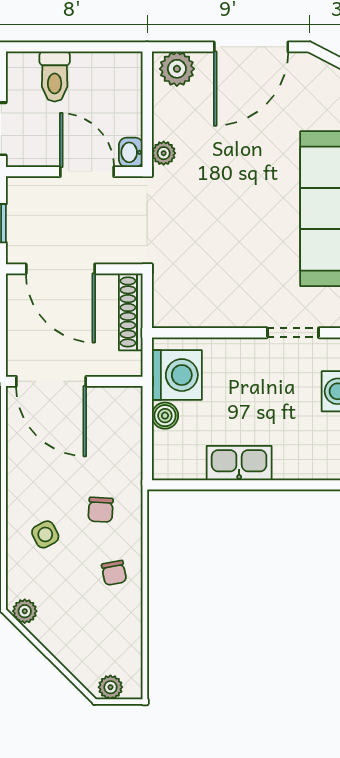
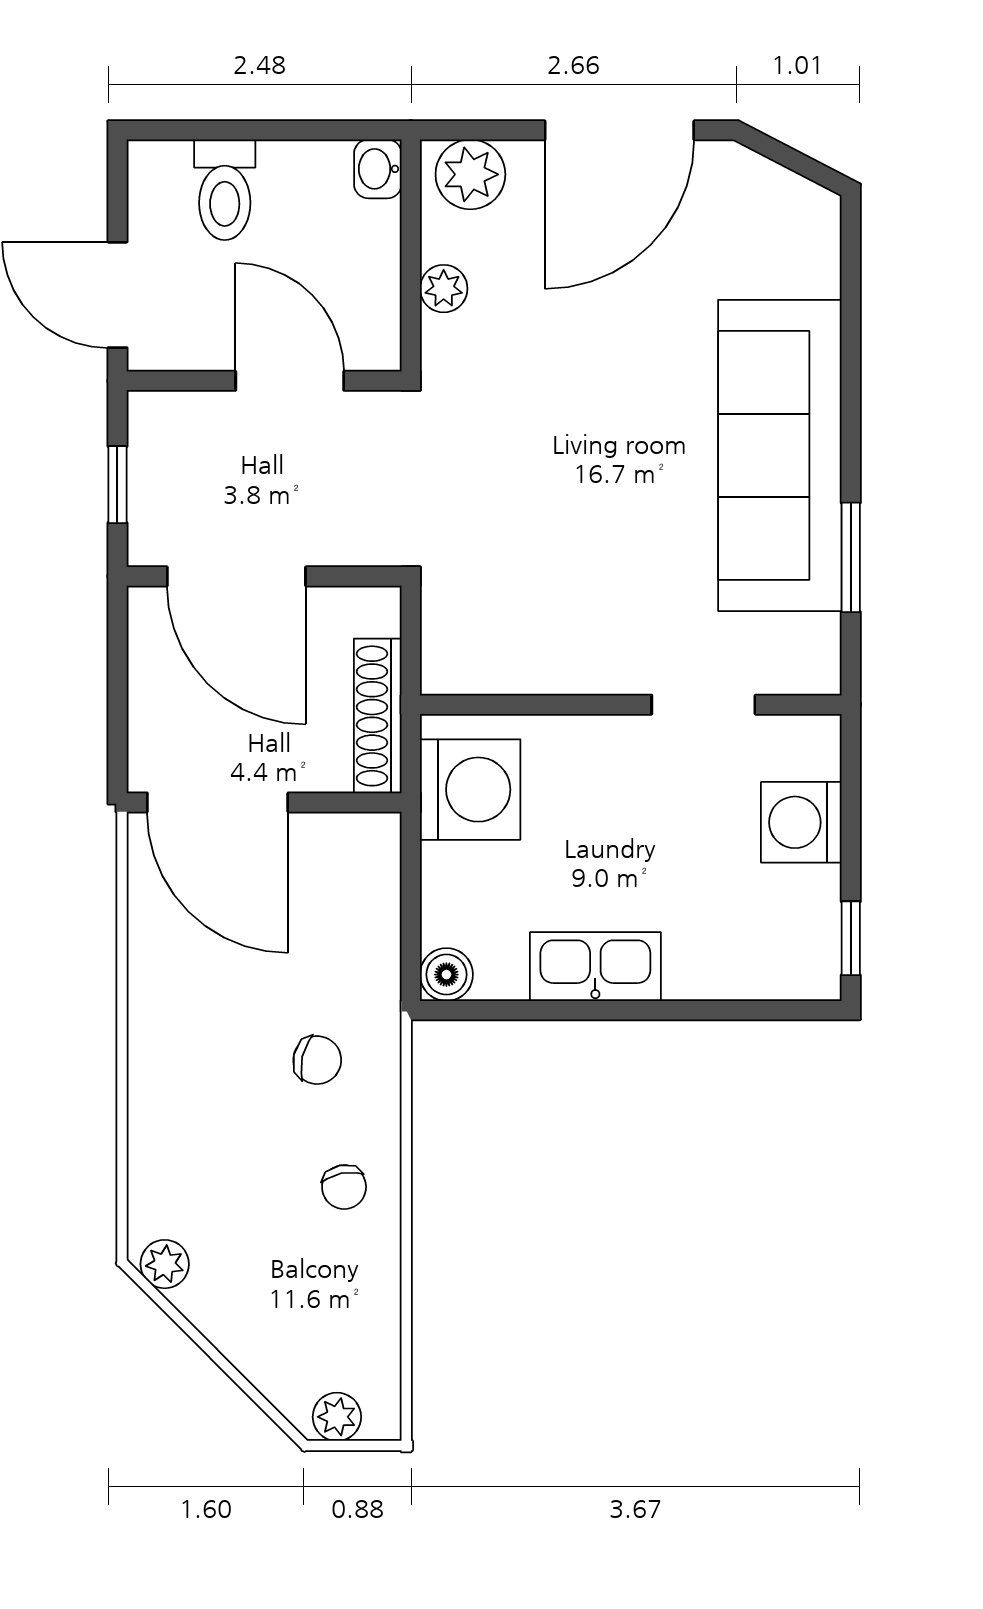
washbasin: (131, 152) -> (378, 169), moved
plant: (164, 153) -> (444, 289), moved
shoe rack: (131, 312) -> (378, 716), moved
boiler: (165, 416) -> (446, 975), moved
chair: (101, 510) -> (317, 1060), turned -80
side table: (45, 534) -> (206, 1110), removed

